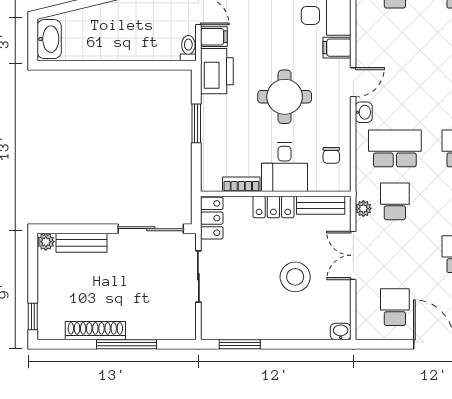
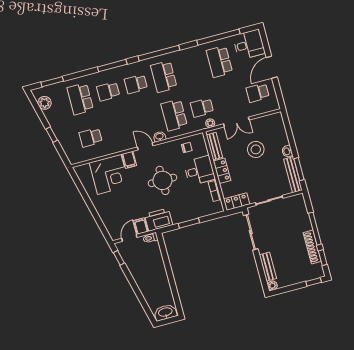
bench: (233, 331) -> (293, 175), added
washbasin: (341, 332) -> (287, 151), moved
window: (71, 344) -> (323, 258), added

